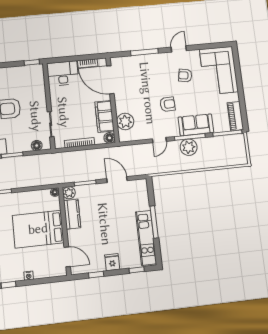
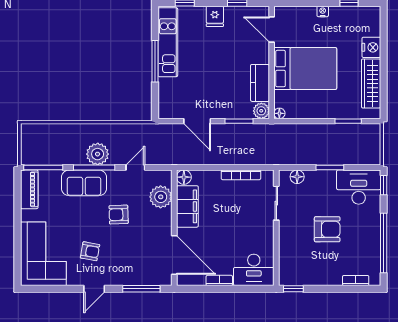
door: (110, 80) -> (174, 255), moved
wall: (113, 100) -> (174, 228), moved
filing cabinet: (105, 116) -> (187, 206), moved
plant: (125, 121) -> (161, 197), moved
floor lamp: (110, 138) -> (184, 177), moved

